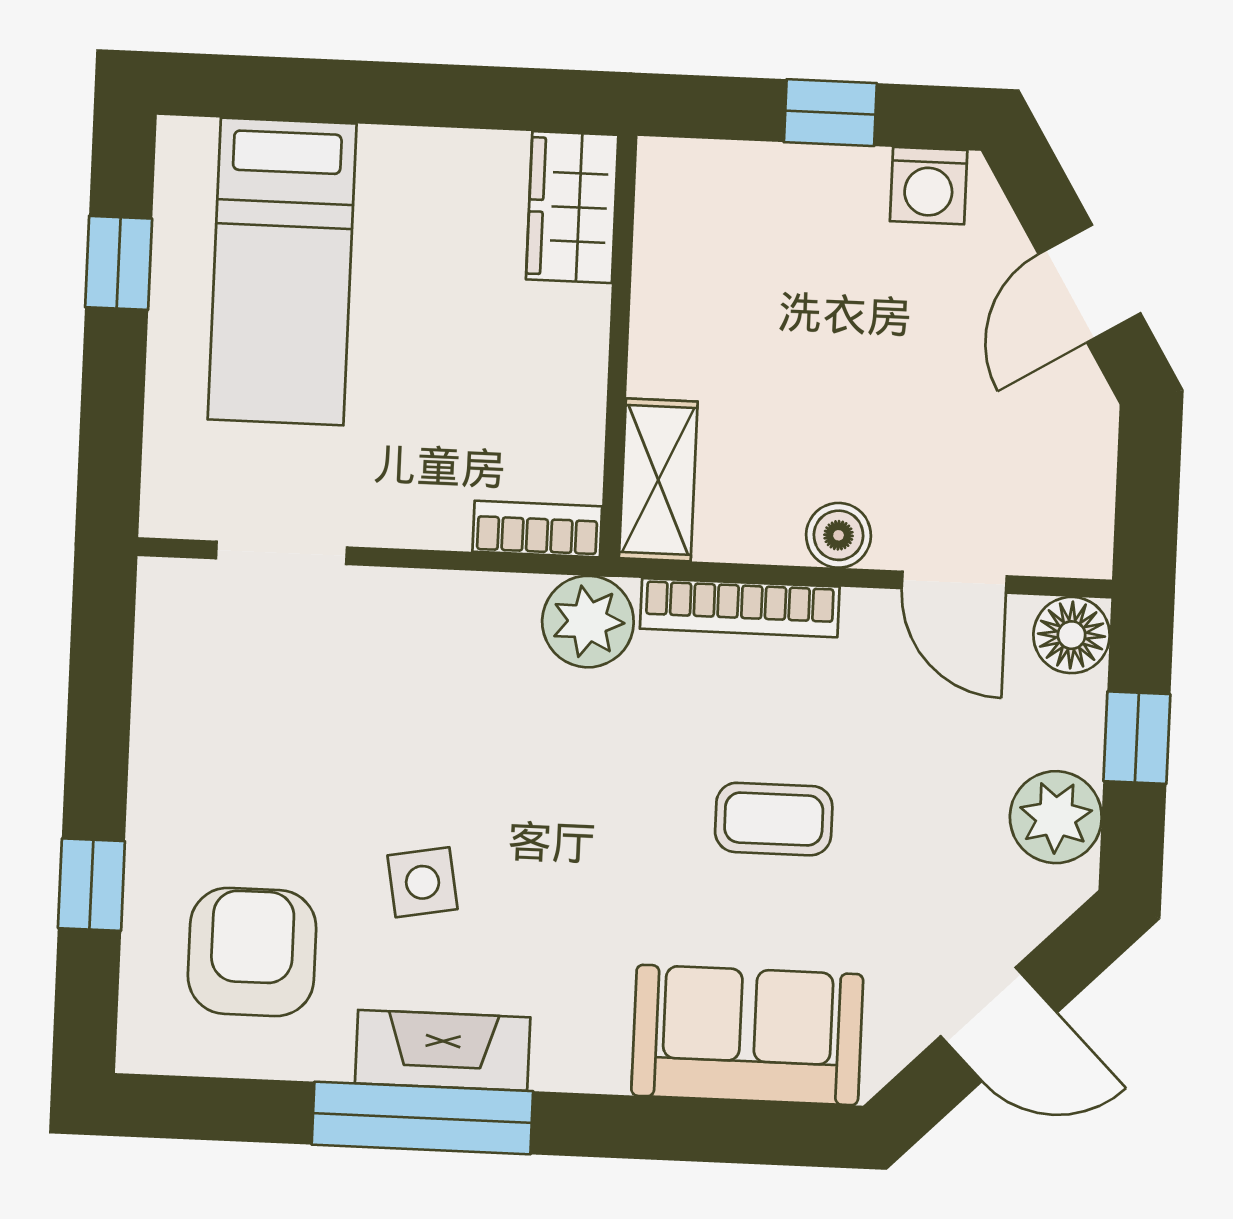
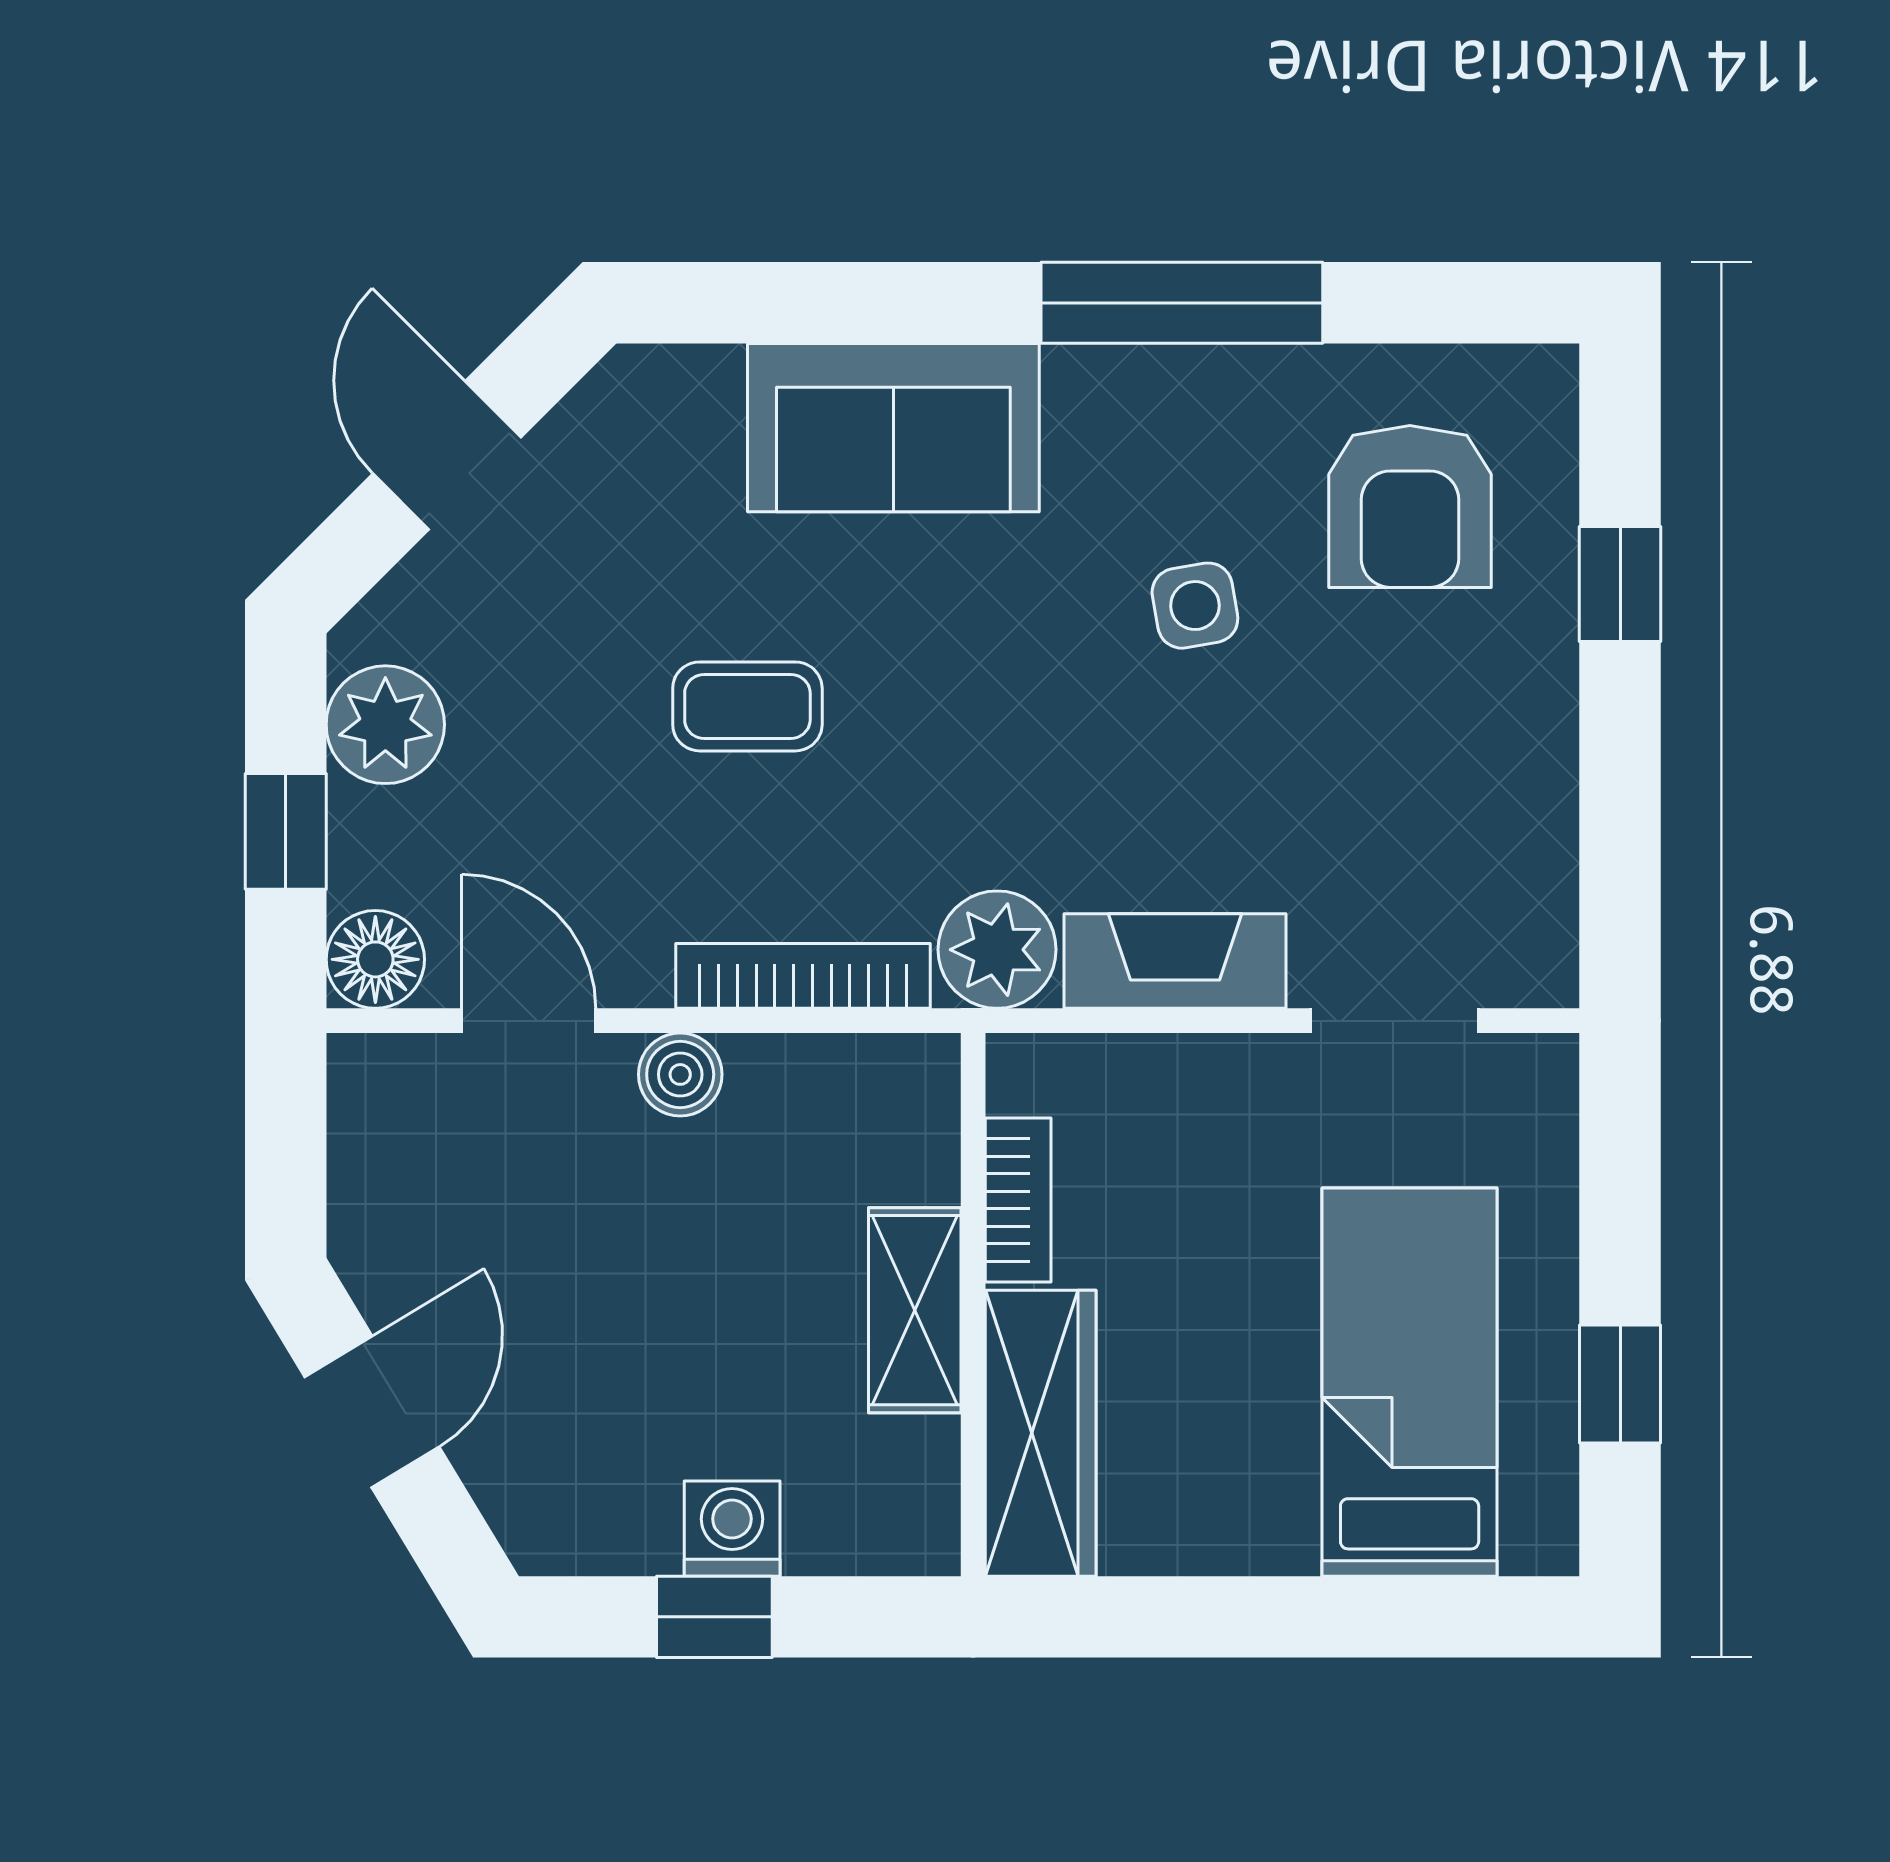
washing machine: (929, 186) -> (732, 1529), moved
wardrobe: (572, 207) -> (1041, 1433), width x1.50
shelving: (658, 480) -> (915, 1310), moved
bookcase: (537, 529) -> (1018, 1200), moved, turned -90
door: (999, 1024) -> (447, 455), hinge flipped
sofa: (747, 1035) -> (893, 428), moved
fireplace: (443, 1050) -> (1175, 961), moved, turned 180

